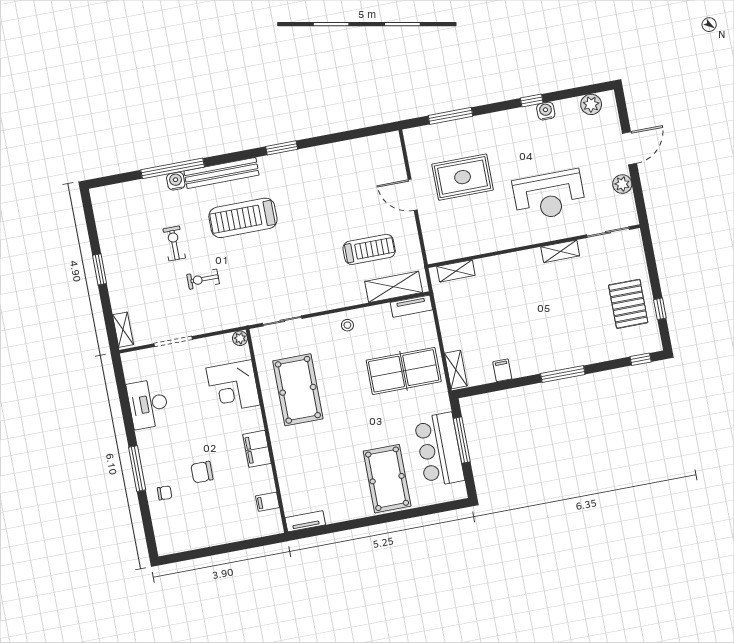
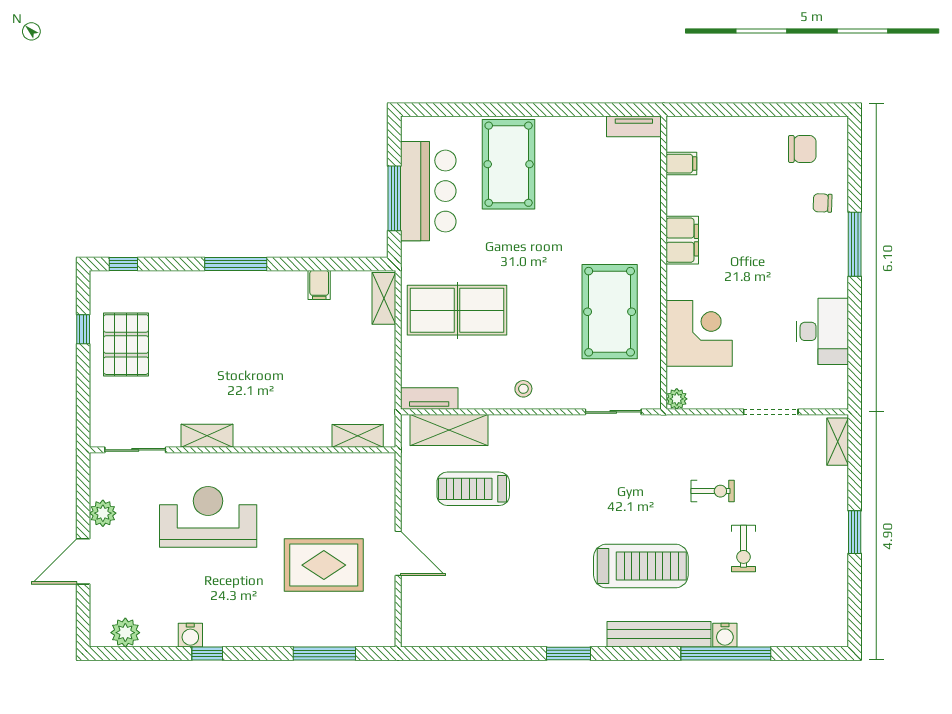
chair: (202, 472) -> (802, 149), moved

